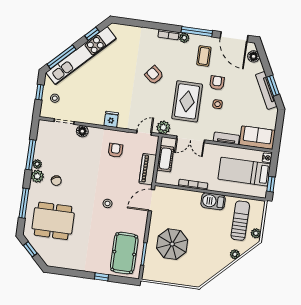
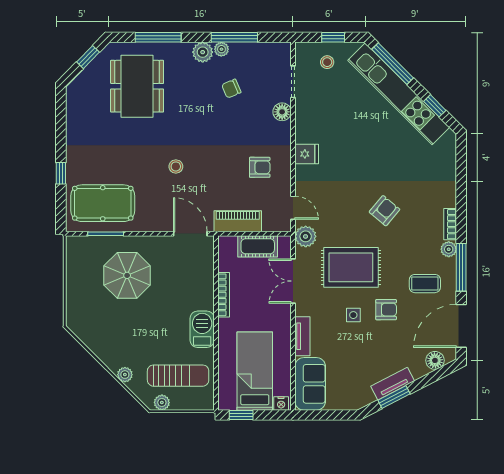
tv unit: (266, 90) -> (393, 384), width x0.71
chair: (56, 181) -> (231, 89), moved

